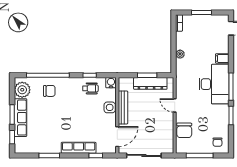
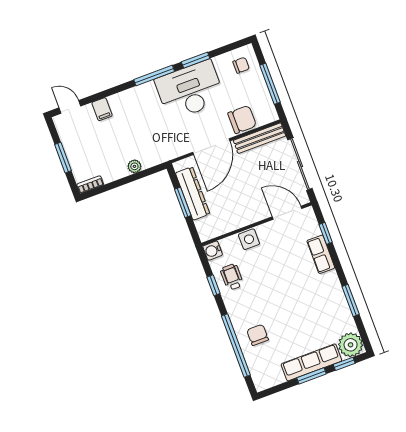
filing cabinet: (222, 58) -> (102, 109), moved
desk: (214, 84) -> (190, 90), moved
plant: (22, 90) -> (351, 345), moved
door: (175, 105) -> (211, 147), width x1.88
bench: (123, 107) -> (260, 138), moved
row of seats: (79, 148) -> (321, 254), width x0.68

